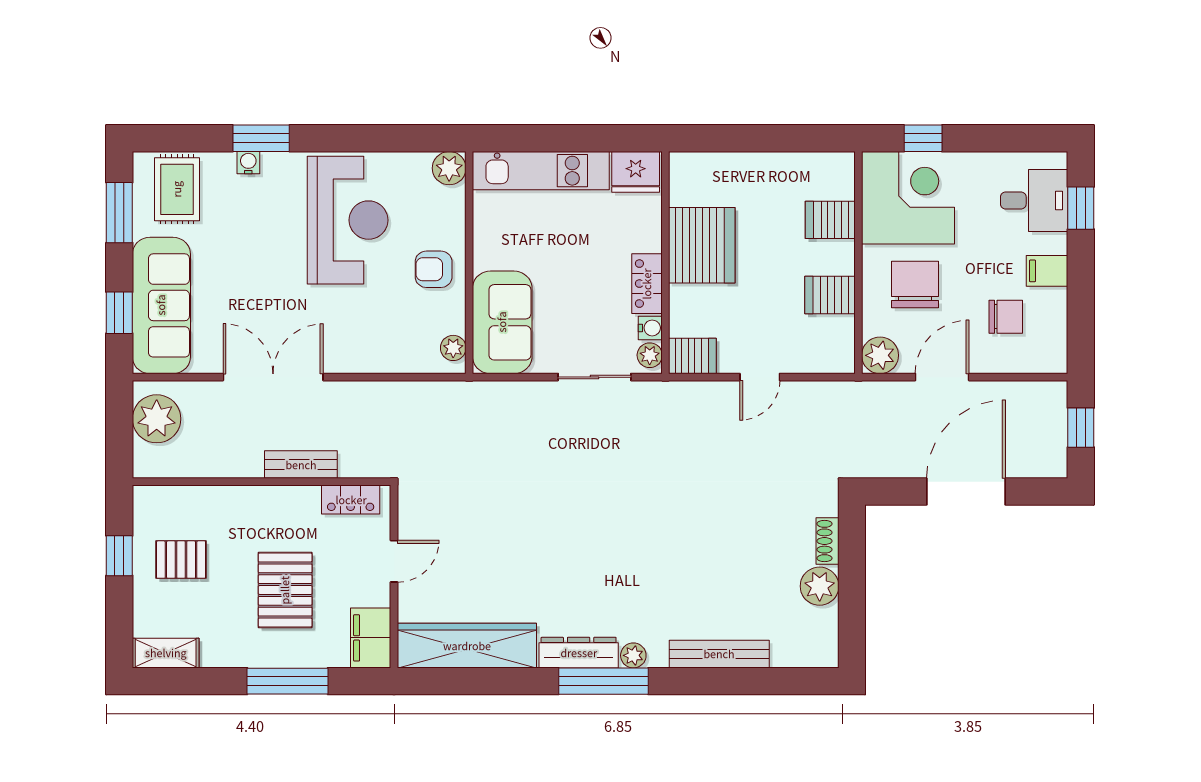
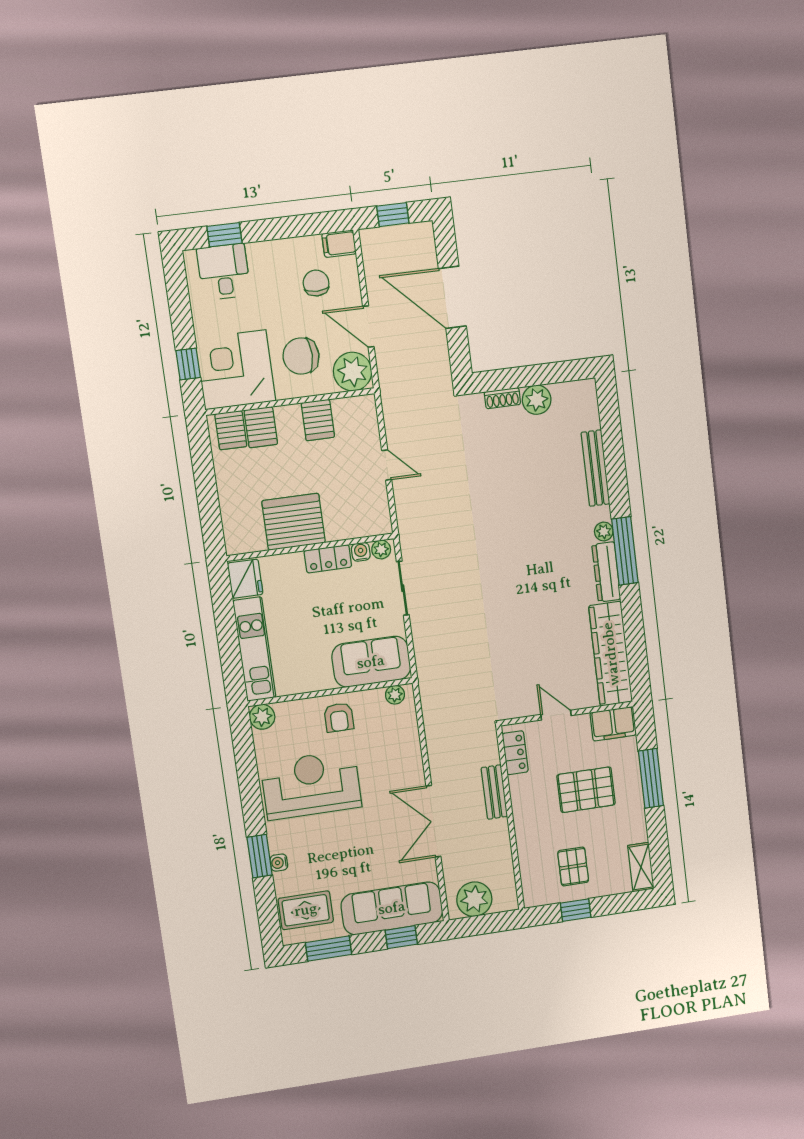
filing cabinet: (1047, 271) -> (339, 244), moved, turned 90
plant: (880, 355) -> (353, 372), width x1.36, depth x1.36
server rack: (692, 356) -> (231, 430), moved, turned 180

